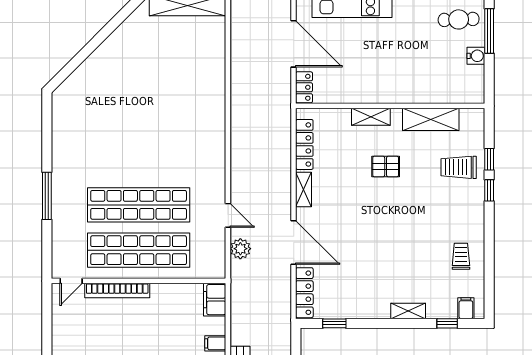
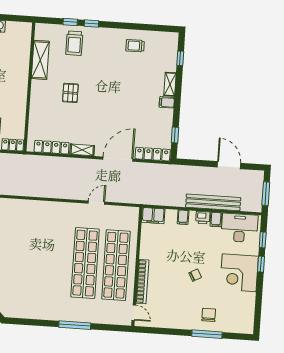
shelving: (371, 117) -> (36, 101), removed
plant: (240, 249) -> (120, 196), removed
filing cabinet: (466, 308) -> (167, 102), moved

